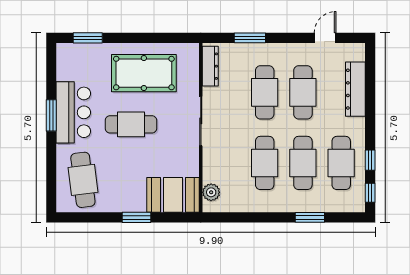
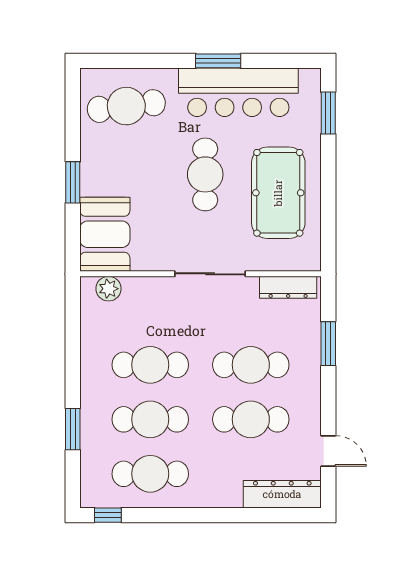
dresser: (355, 89) -> (282, 494), moved
bar counter: (73, 112) -> (238, 92), width x1.36
window: (370, 160) -> (154, 515), removed

